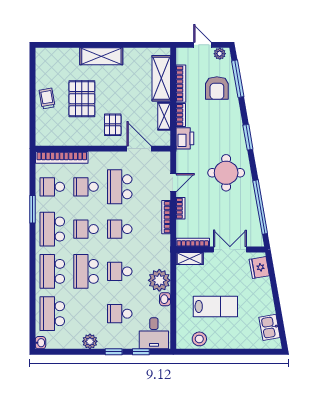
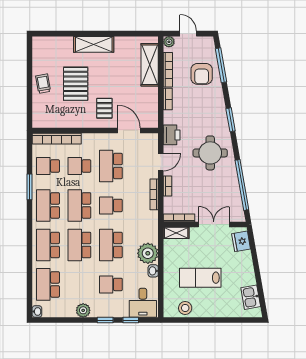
plant: (220, 54) -> (169, 42), moved
shelving: (164, 116) -> (152, 100), removed
printer: (185, 138) -> (172, 135), moved
school desk: (86, 229) -> (79, 205), width x1.85
school desk: (120, 271) -> (111, 245), width x1.85
lab bench: (215, 306) -> (200, 278), turned 180

